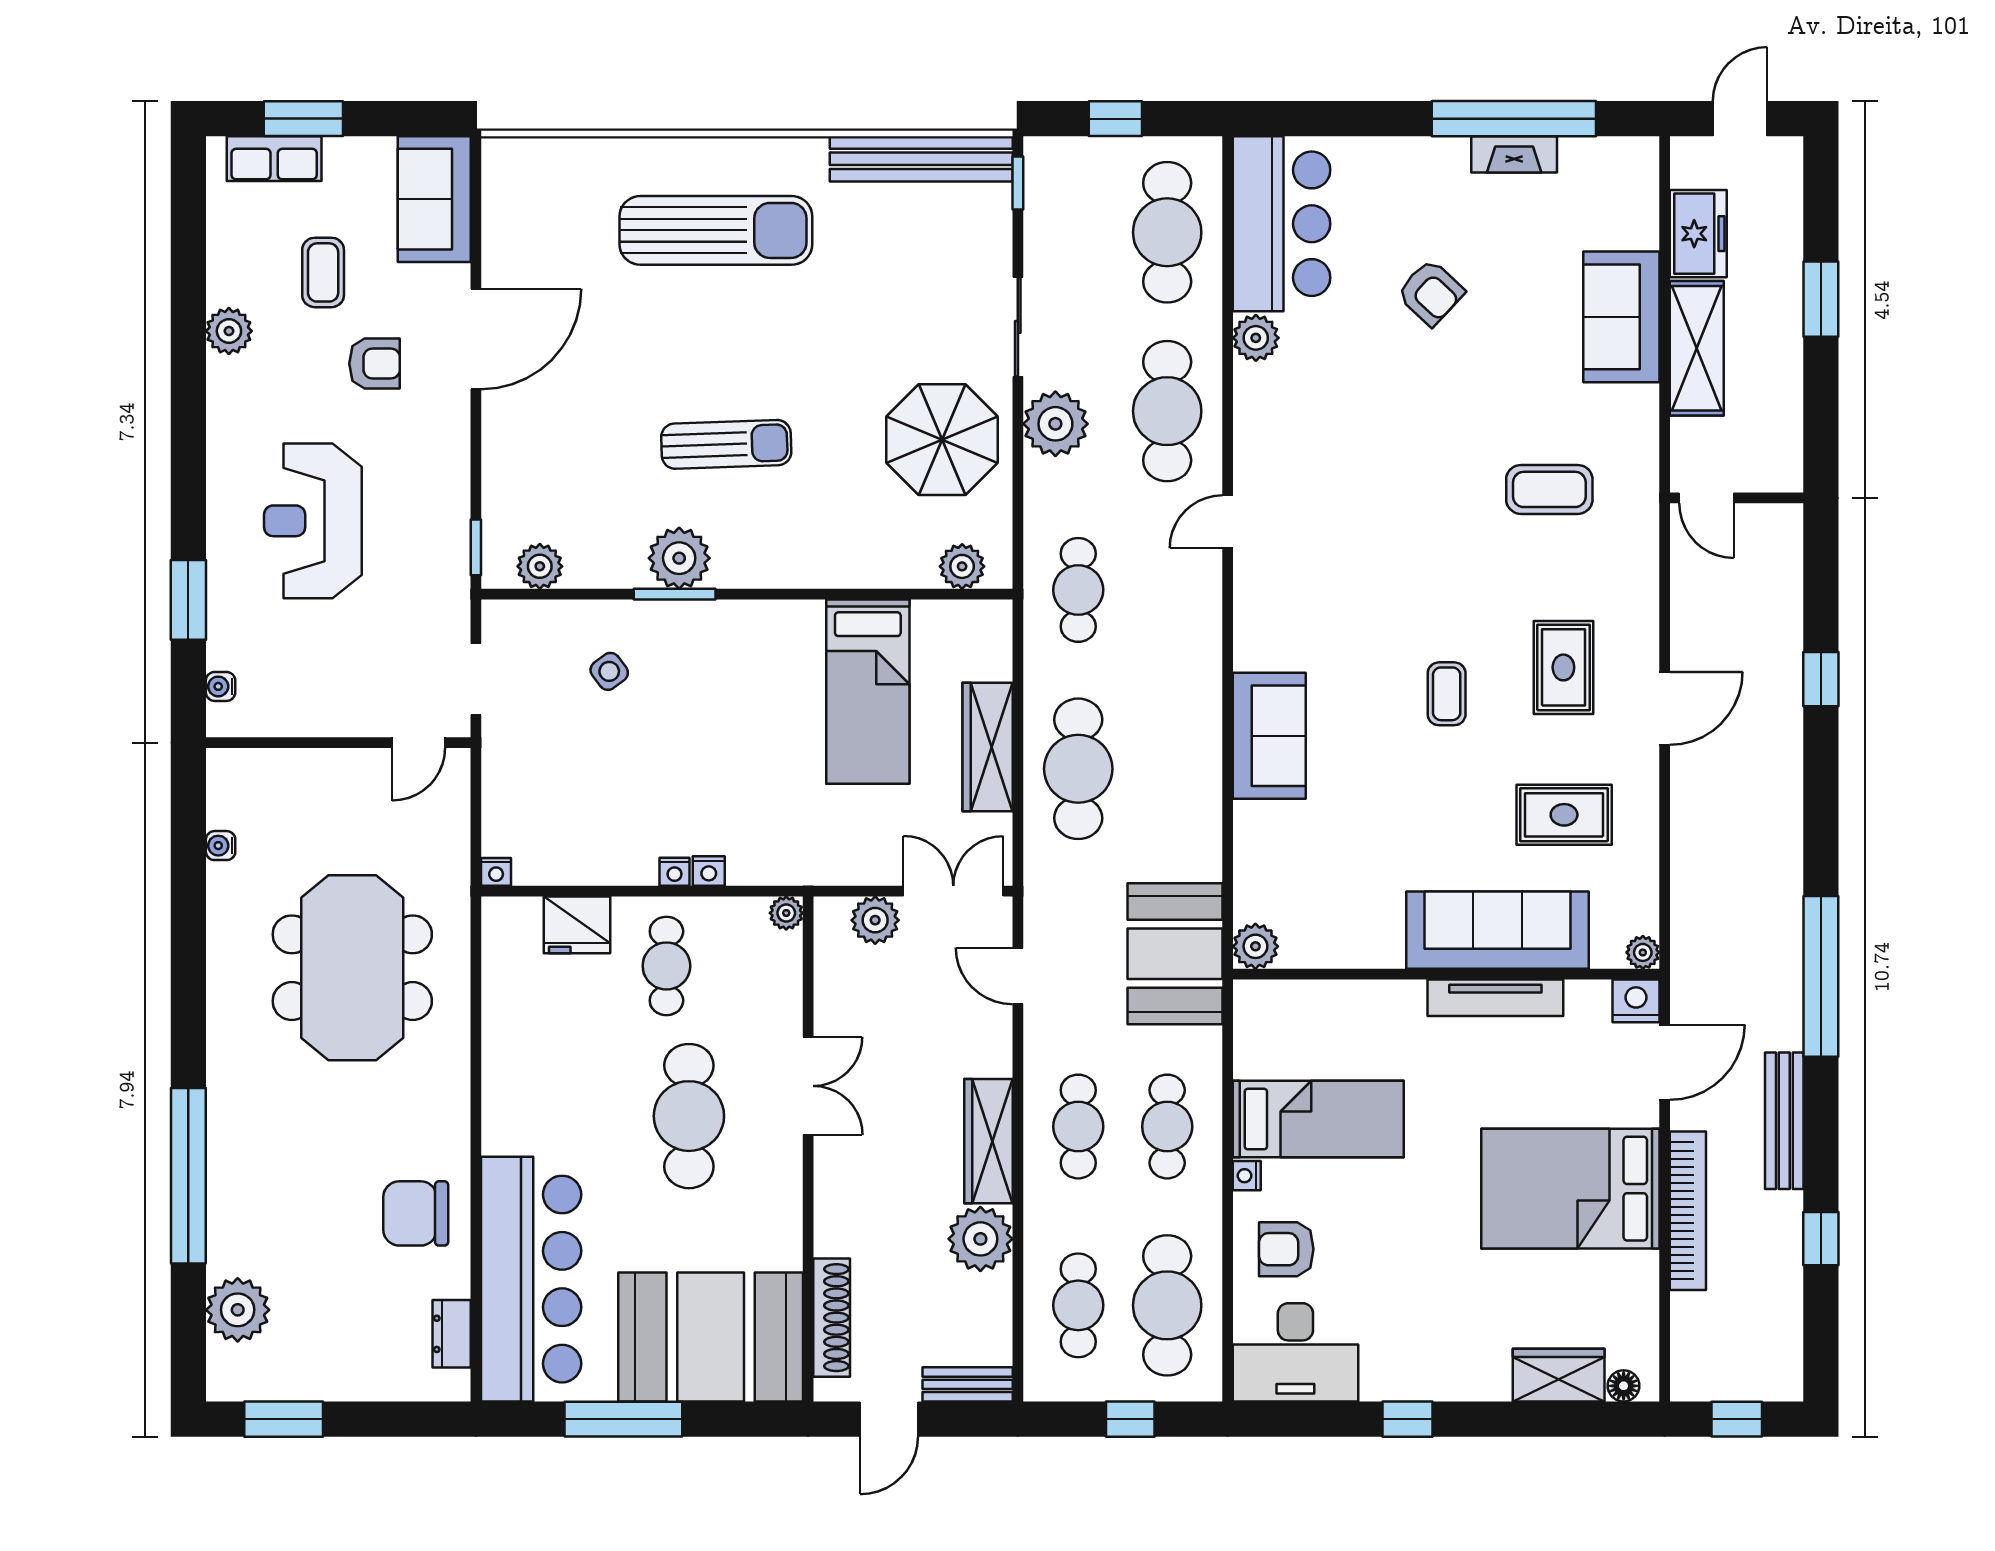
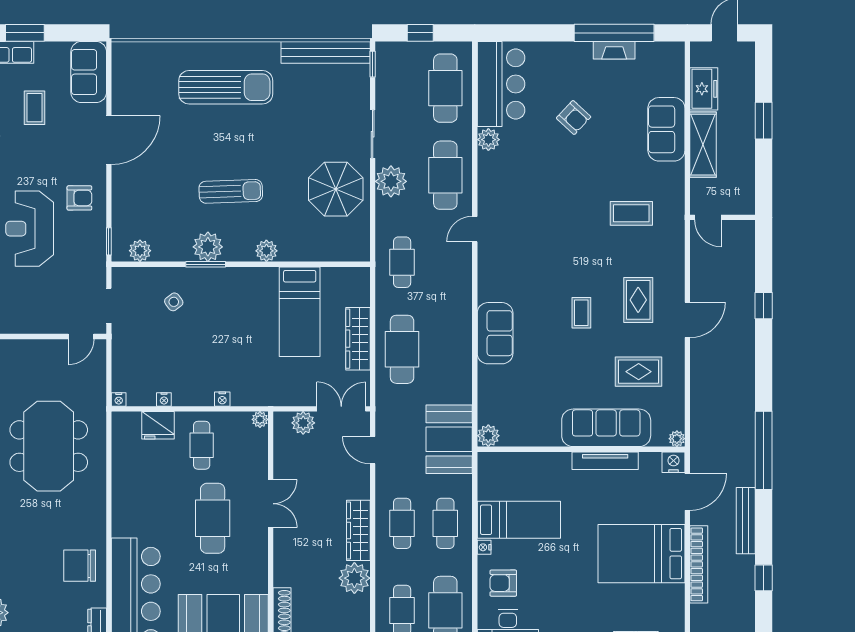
armchair: (375, 364) -> (79, 198), moved
plant: (962, 566) -> (266, 251), moved
nightstand: (675, 872) -> (164, 399), moved

